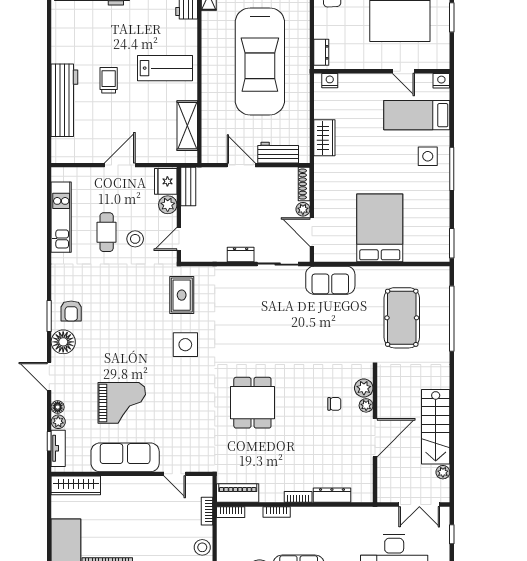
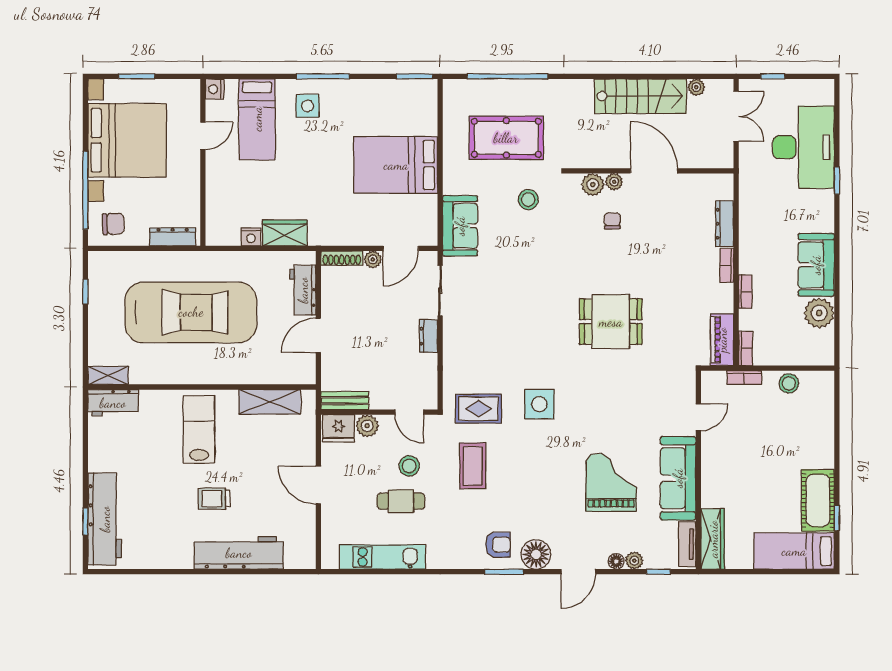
dresser: (321, 52) -> (173, 237), width x1.44
nightstand: (330, 81) -> (251, 237), moved, turned -90
coffee table: (135, 291) -> (473, 466), added
stool: (352, 336) -> (528, 200), added
tv unit: (58, 448) -> (687, 544), moved, turned -90

